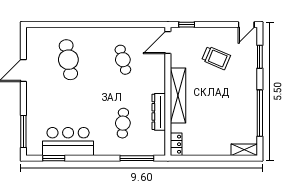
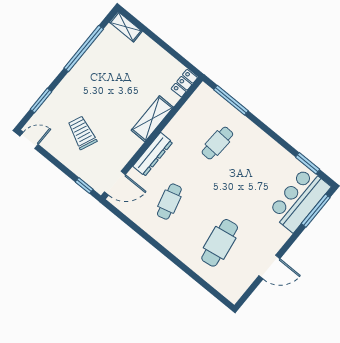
shelving: (178, 95) -> (152, 119), width x0.68
dresser: (159, 112) -> (153, 154), moved
bar counter: (68, 141) -> (299, 199), moved, turned 90

